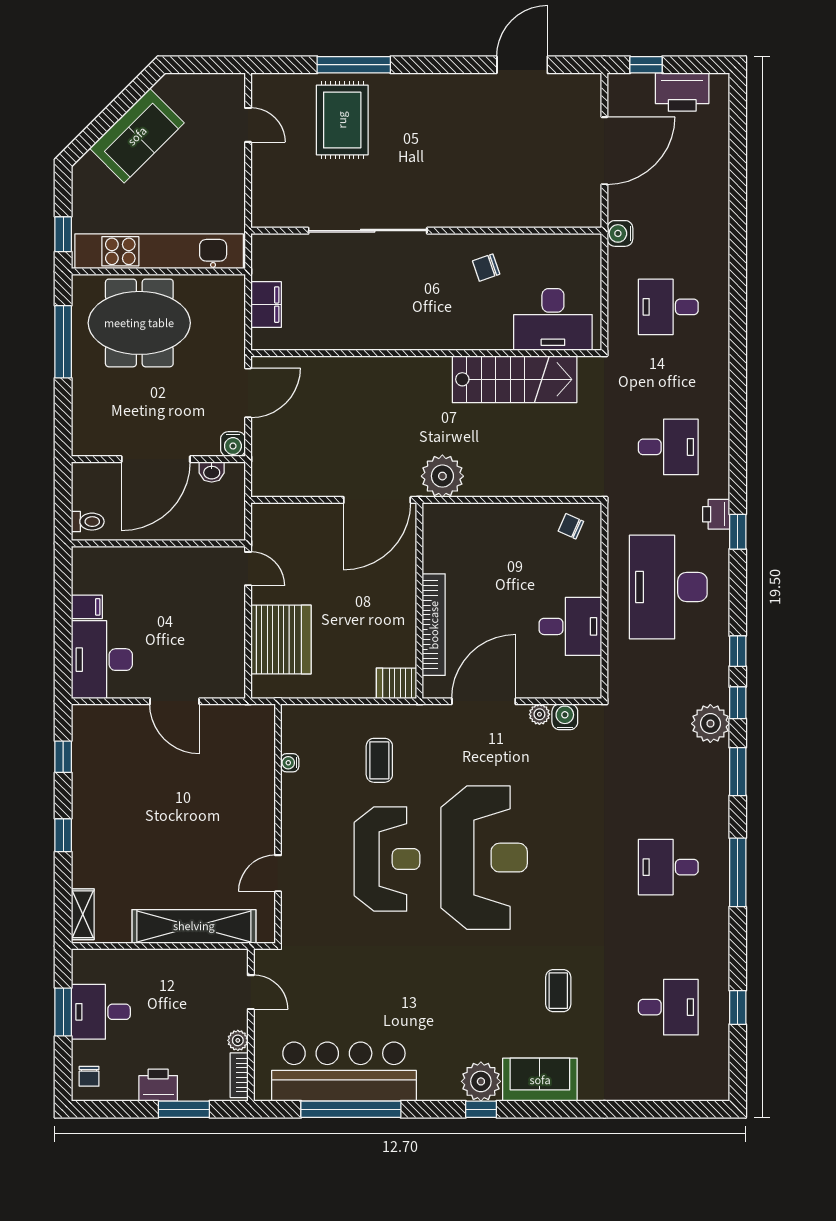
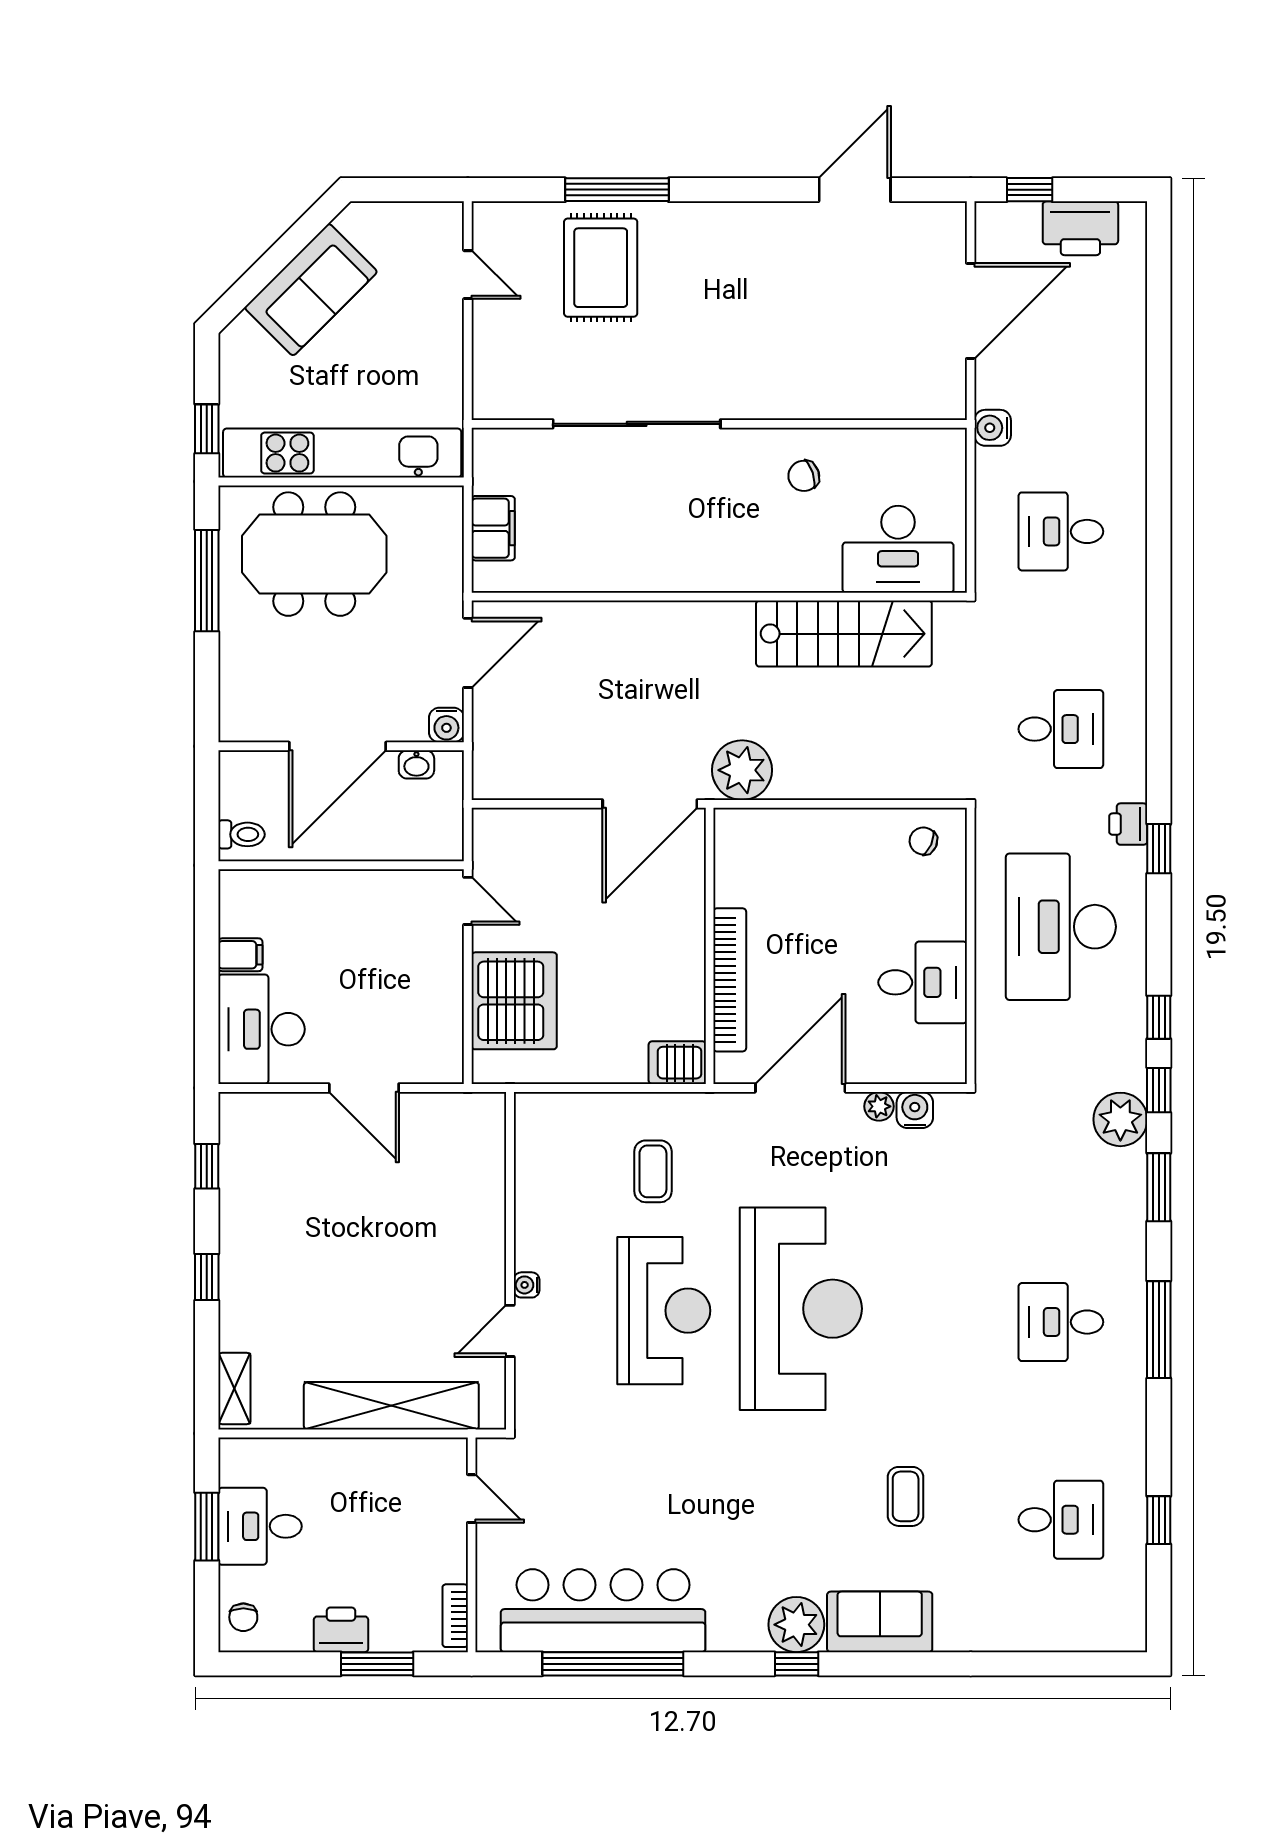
water cooler: (290, 763) -> (527, 1285), moved
plant: (238, 1040) -> (453, 1567), removed

